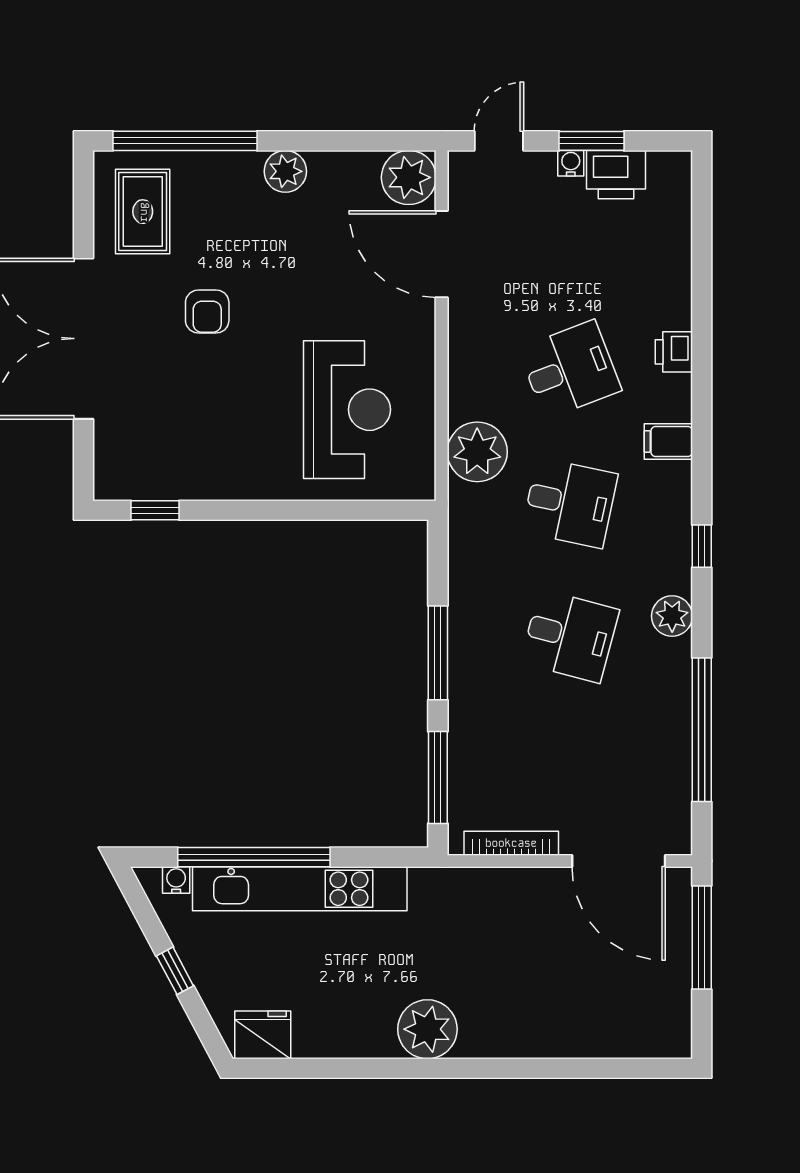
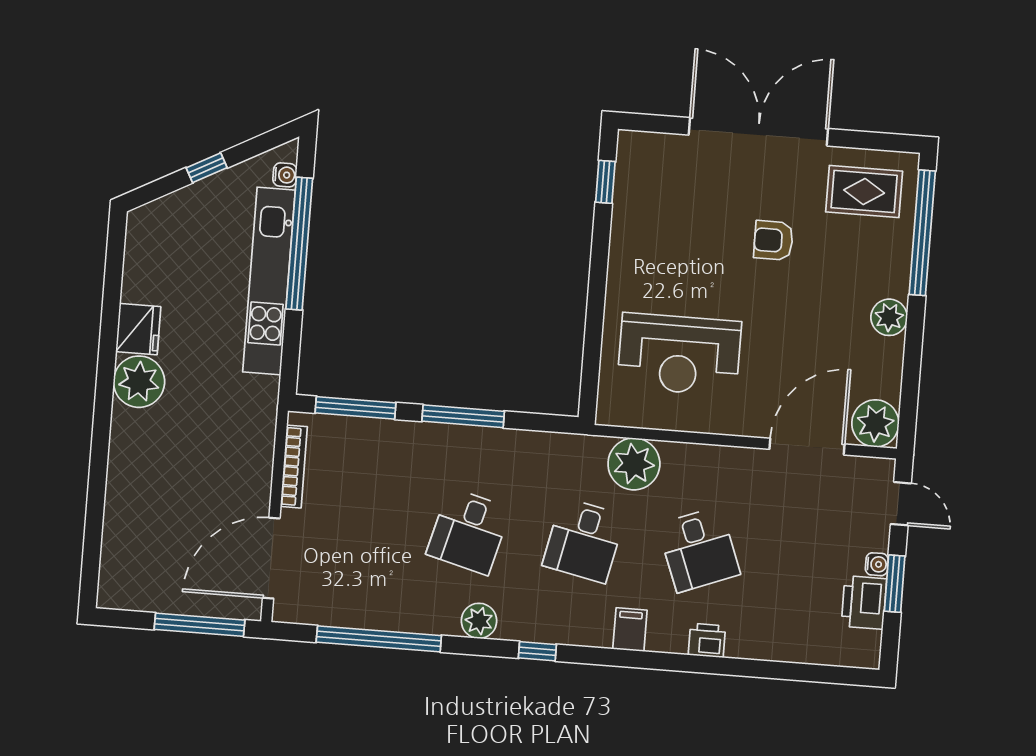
fridge: (263, 1035) -> (138, 329), moved

